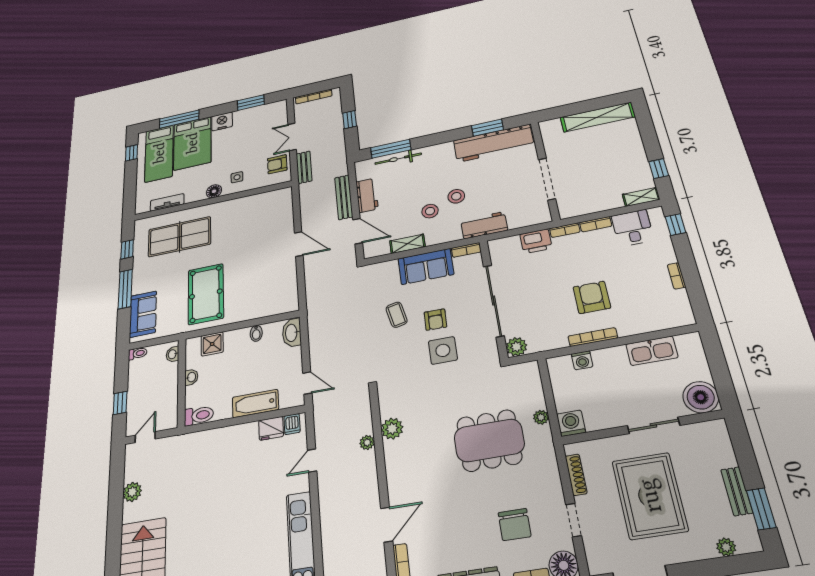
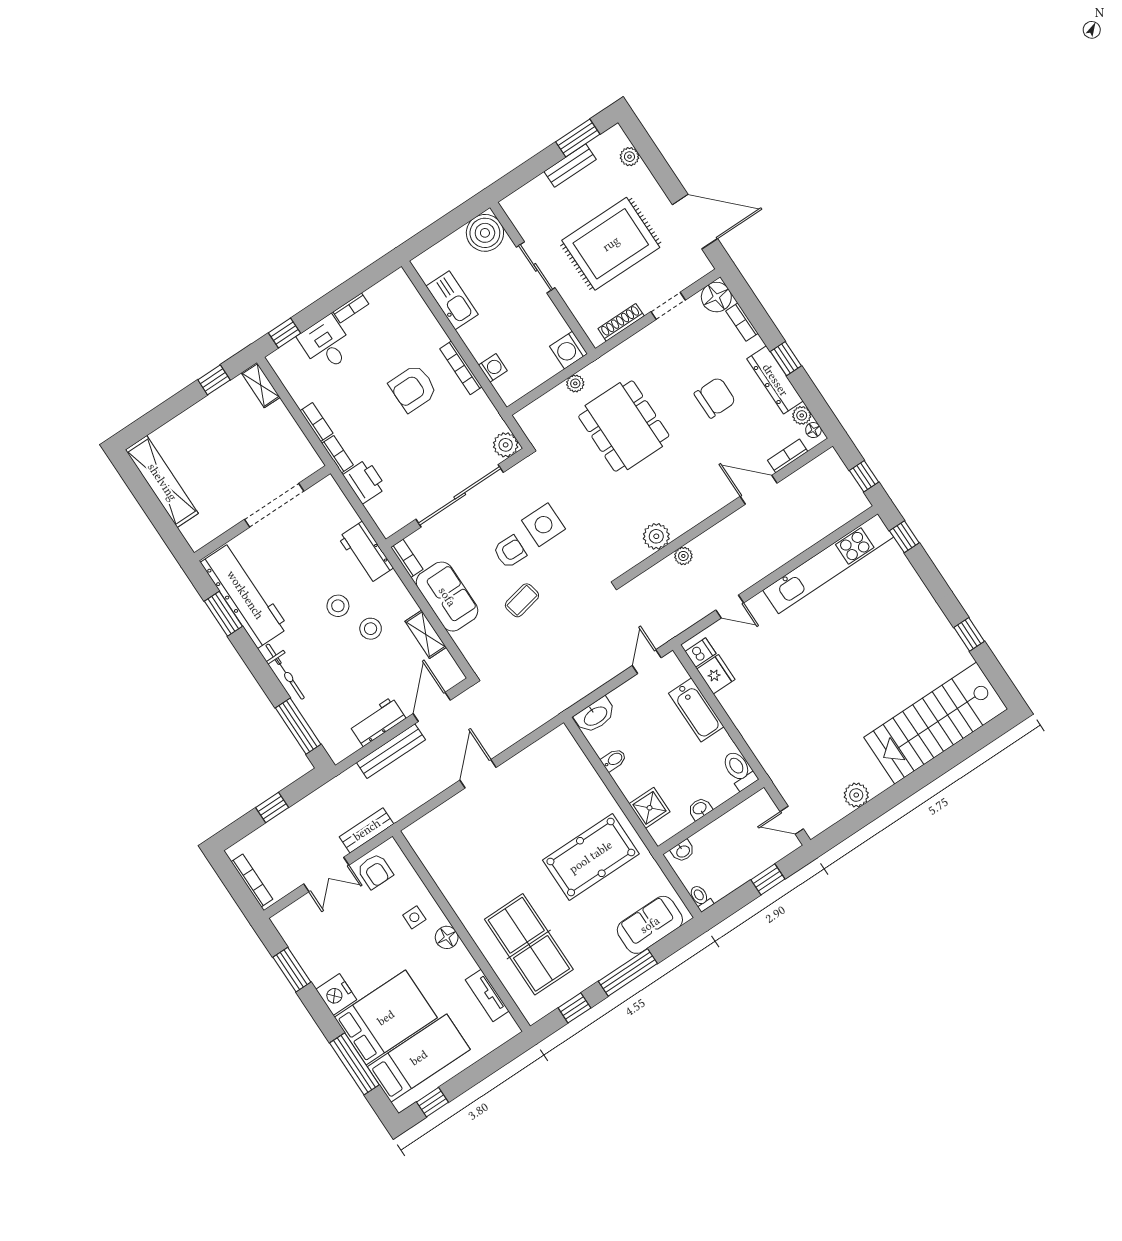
bicycle: (398, 159) -> (285, 672), moved
desk: (633, 228) -> (326, 344), moved, turned 90
chair: (515, 525) -> (715, 398), moved

